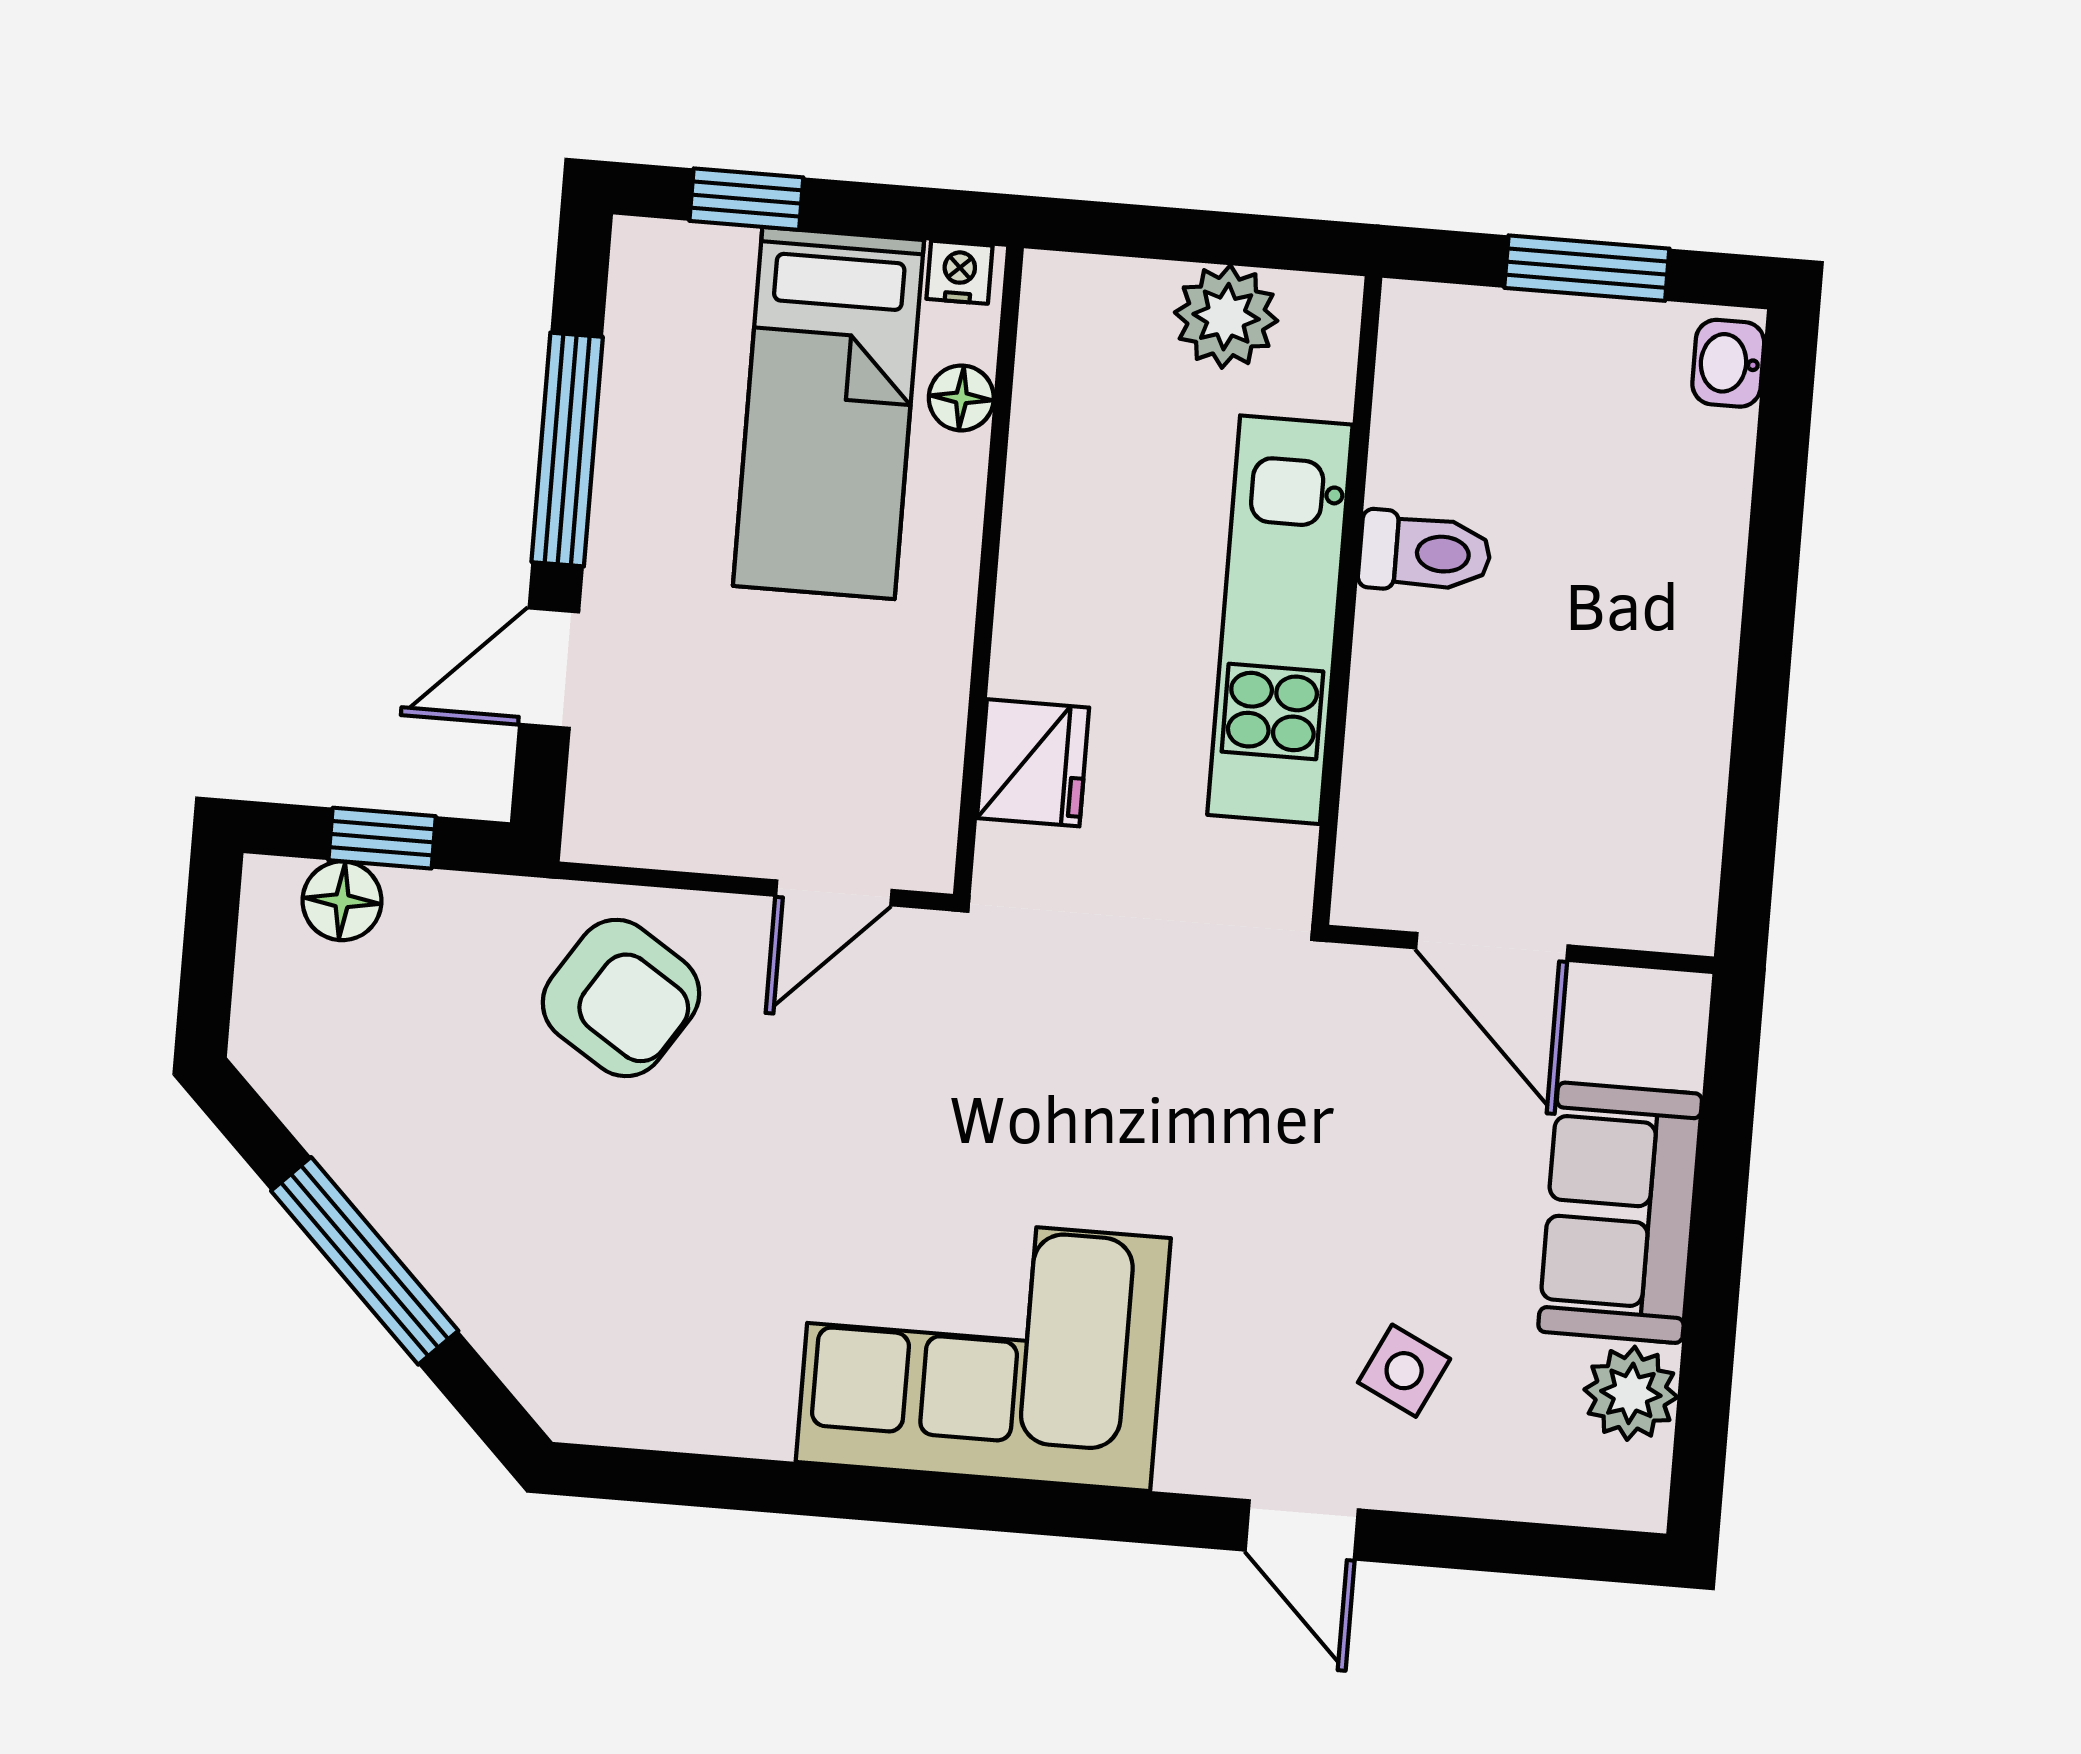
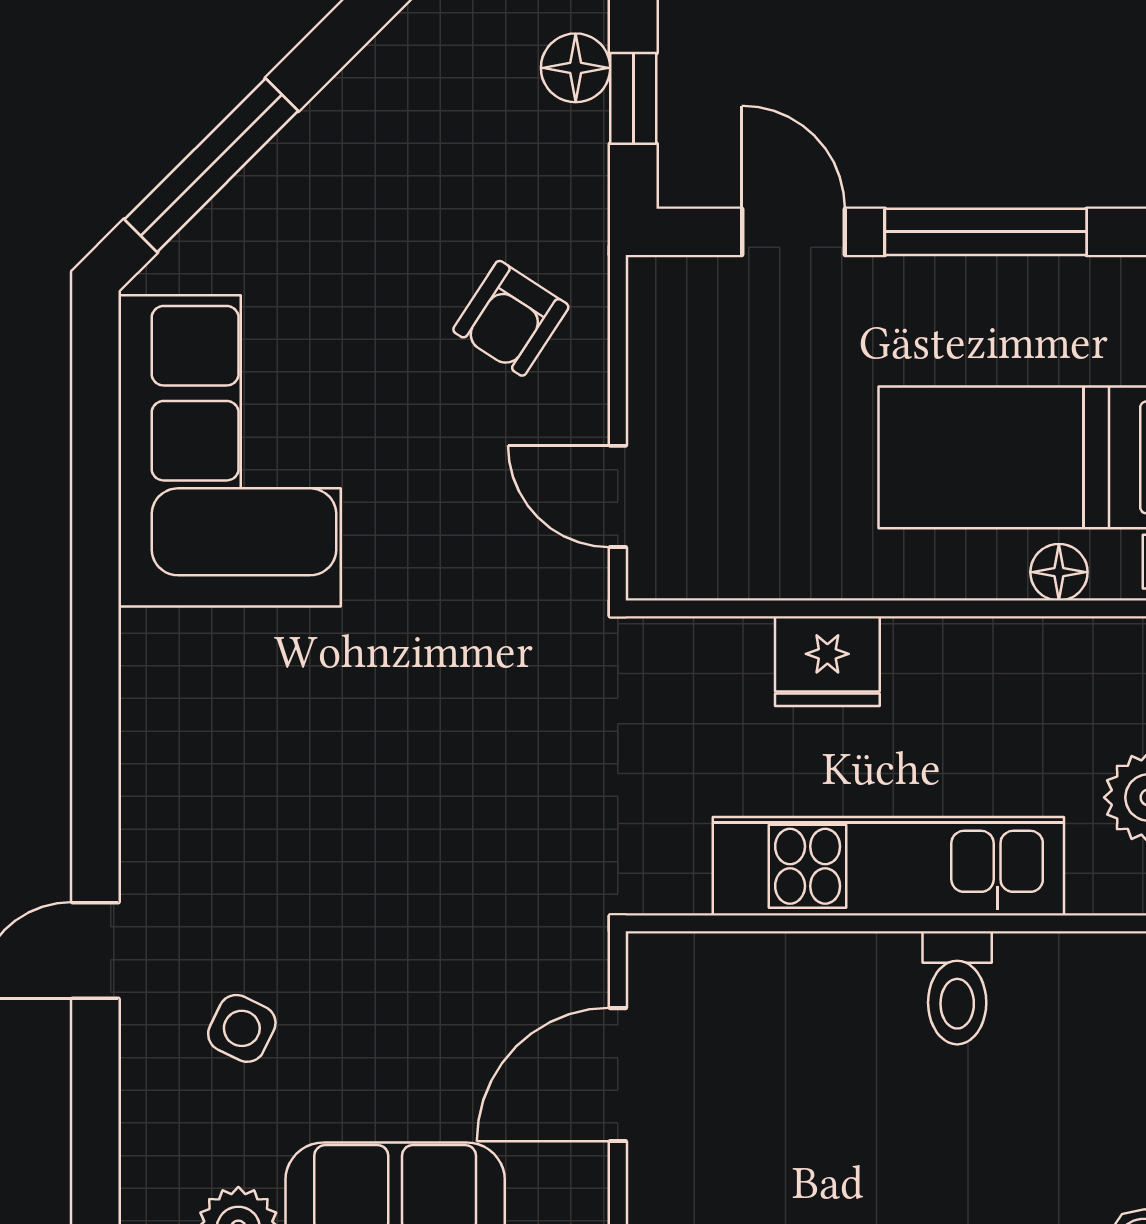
fridge: (1033, 763) -> (827, 661), moved
armchair: (621, 998) -> (511, 318), width x0.72, depth x0.72
window: (365, 1261) -> (211, 165), moved
corner sofa: (983, 1350) -> (230, 451), moved

